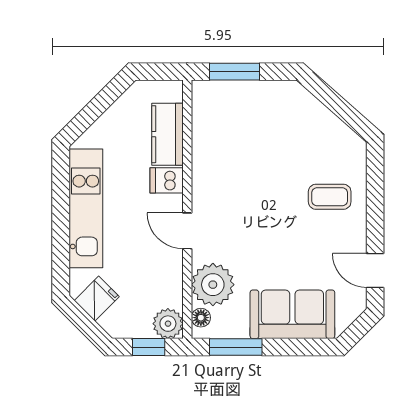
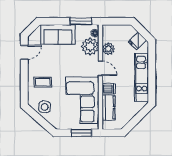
side table: (325, 136) -> (45, 107), added
corner sofa: (233, 152) -> (82, 100), added
door: (375, 270) -> (24, 52), hinge flipped
plant: (168, 324) -> (108, 49), moved
window: (149, 347) -> (116, 21), removed

